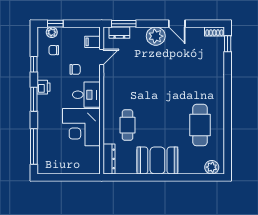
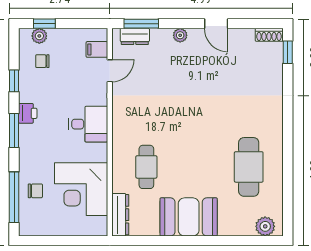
plant: (156, 36) -> (180, 35), width x0.53, depth x0.53
chair: (75, 69) -> (35, 191), moved
corner desk: (81, 127) -> (81, 189), moved

